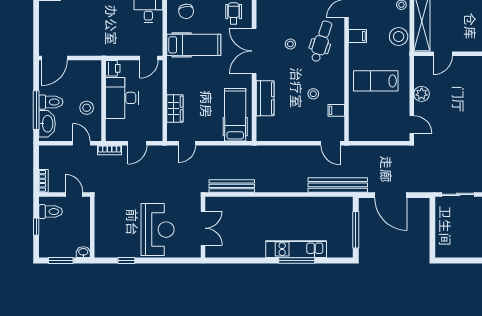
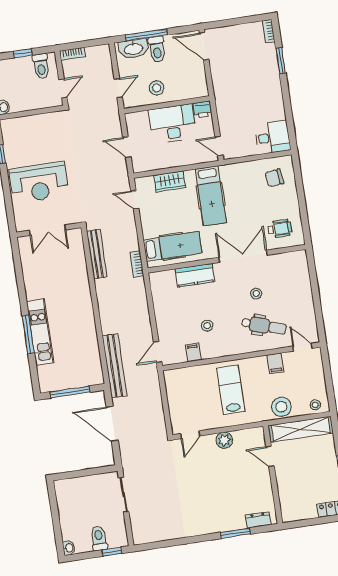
hospital bed: (194, 45) -> (211, 196), moved
bookcase: (110, 150) -> (137, 264), moved
door: (391, 195) -> (112, 424), hinge flipped

